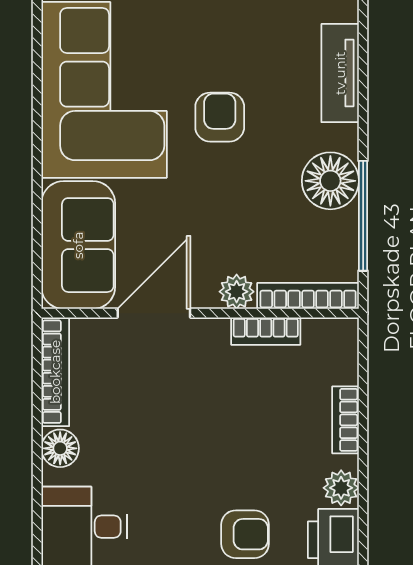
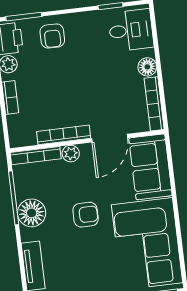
armchair: (220, 117) -> (86, 215), moved, turned -90
bookcase: (266, 331) -> (64, 135), width x1.56
armchair: (245, 534) -> (52, 36), turned -90

